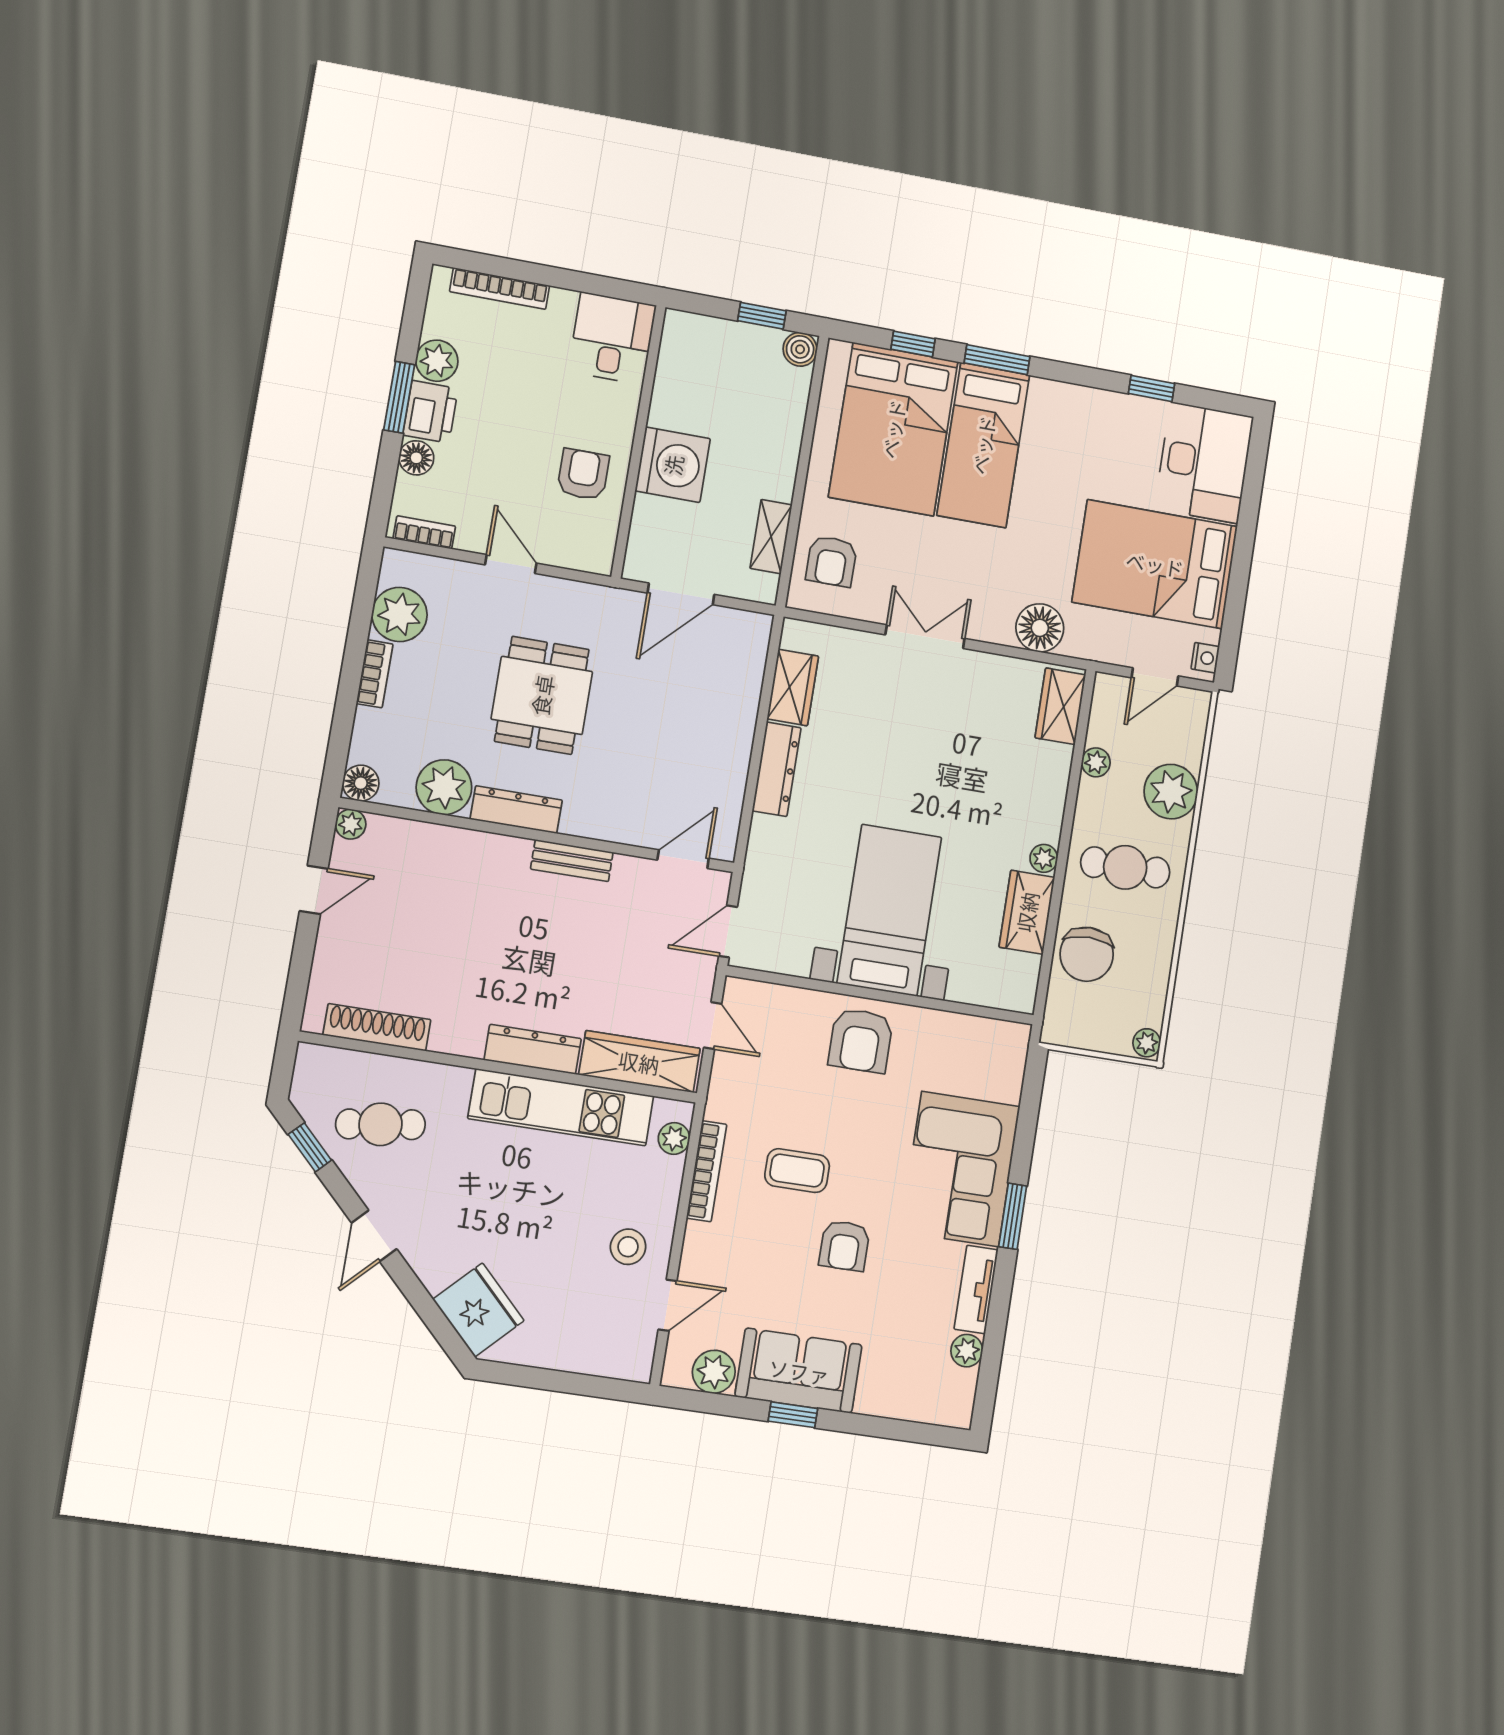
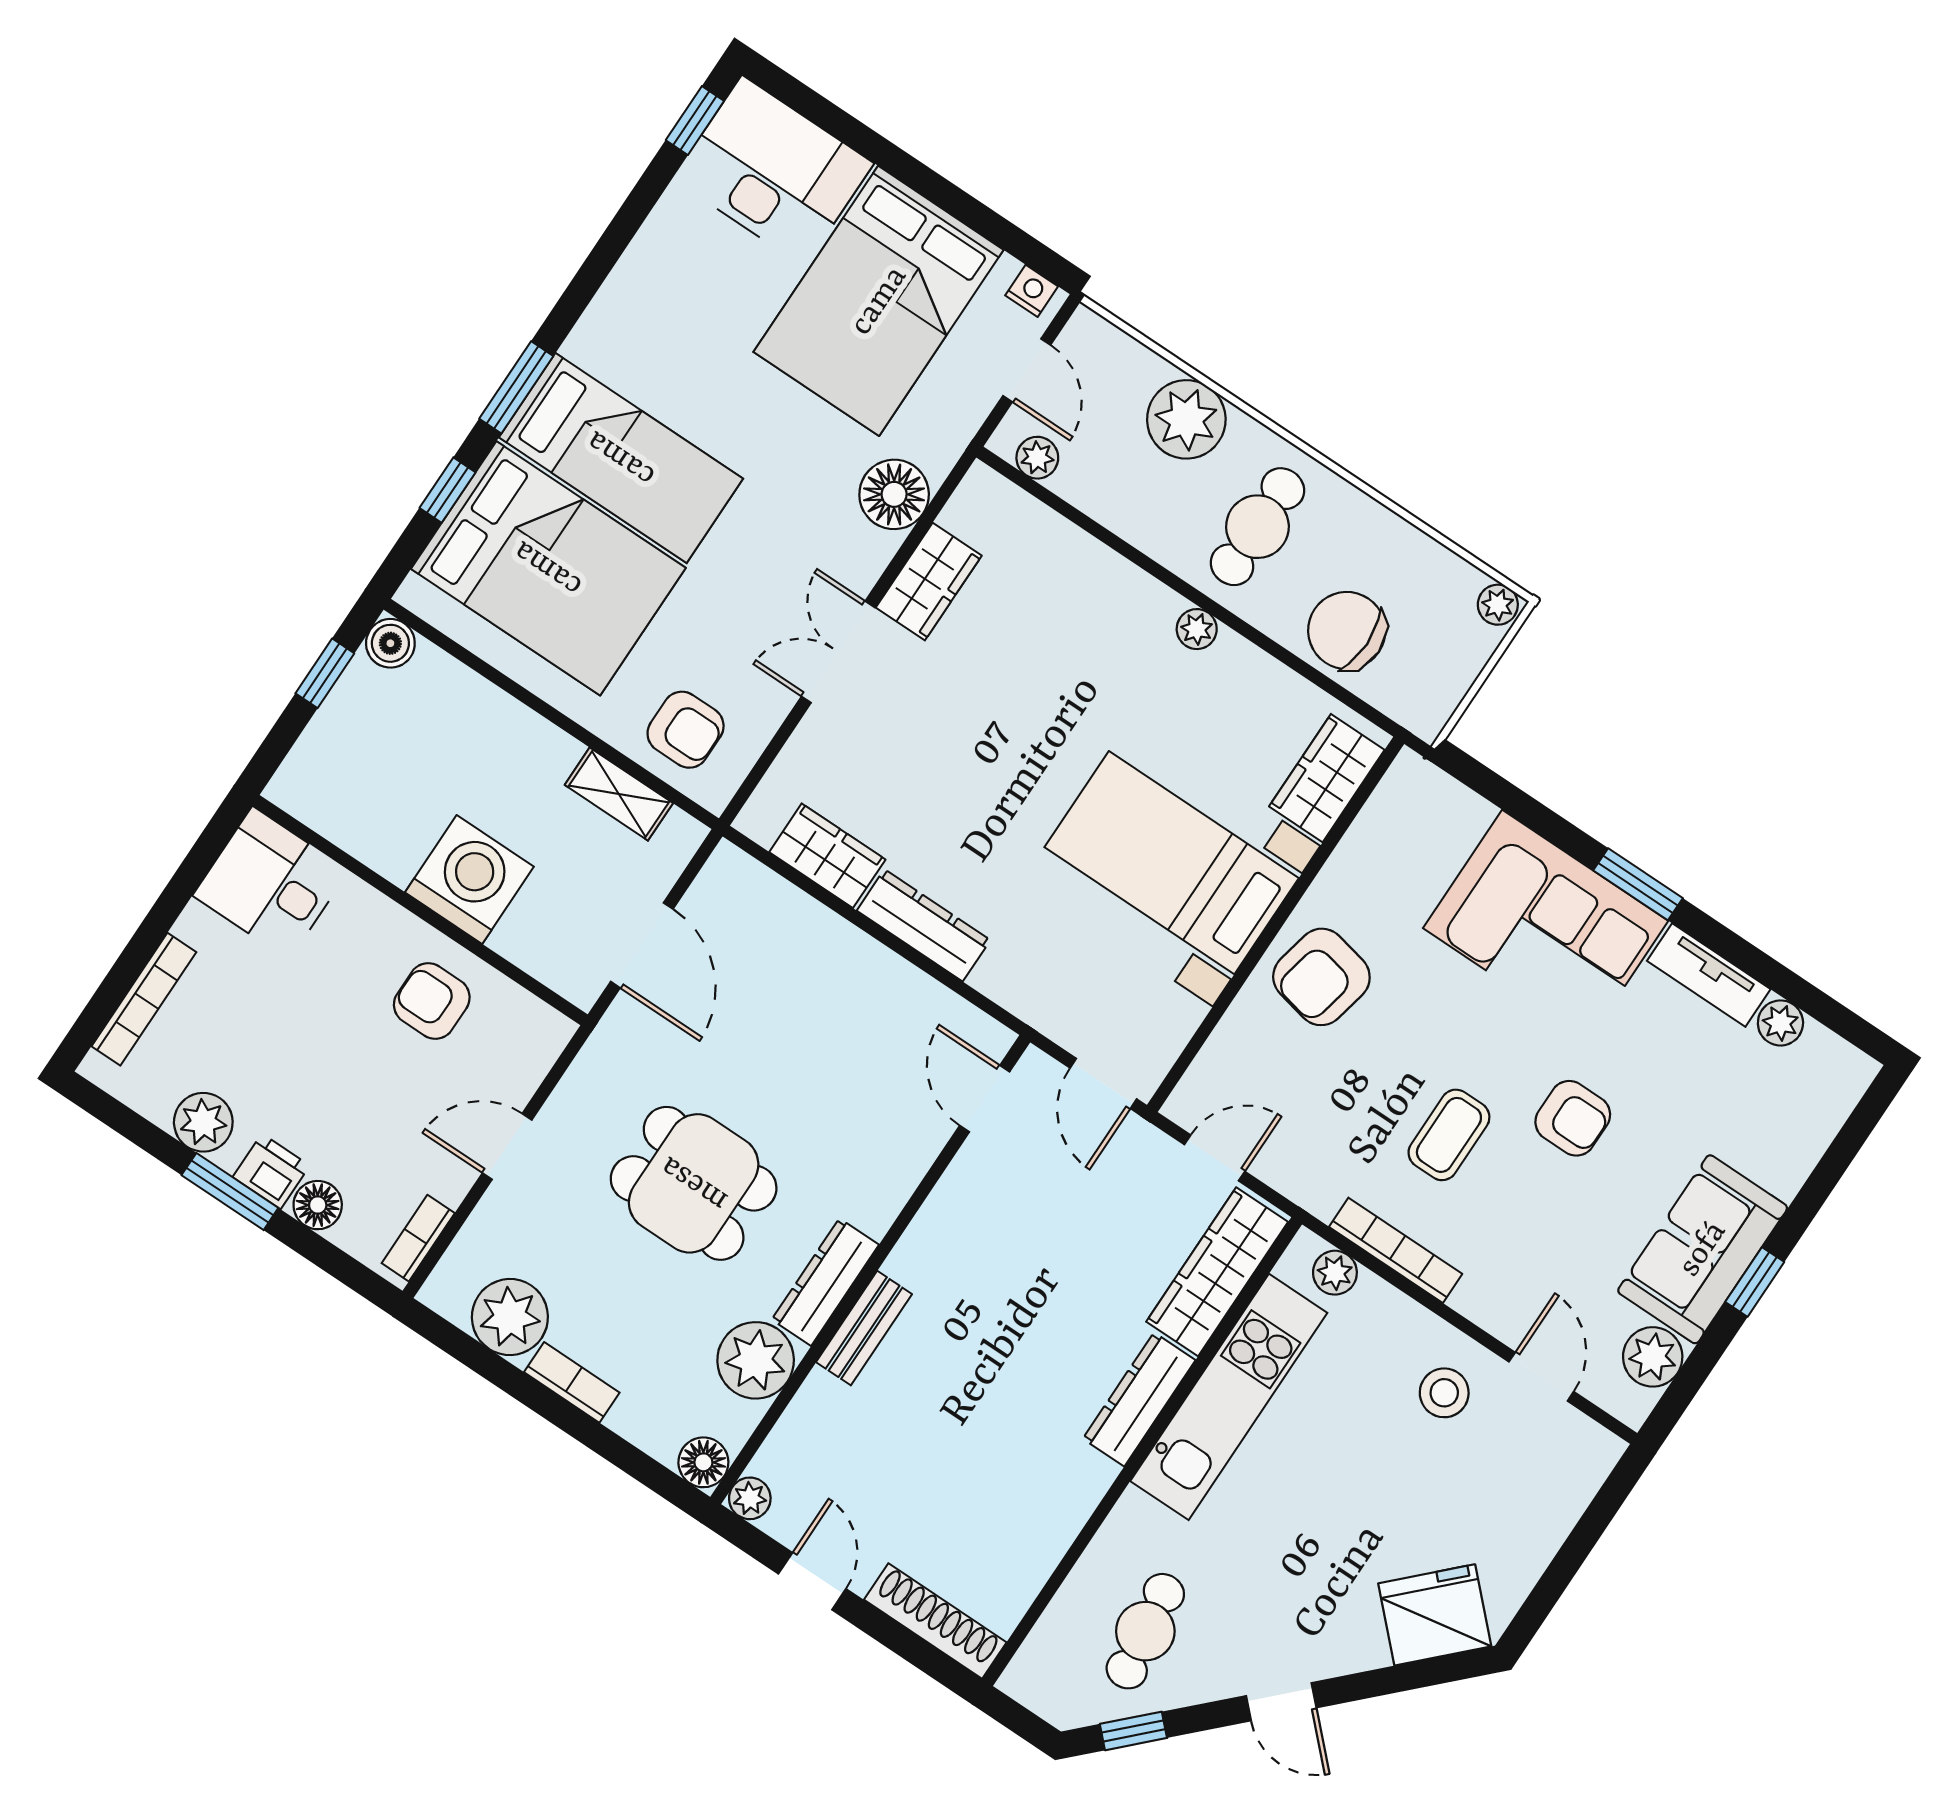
window: (1151, 389) -> (695, 121), moved
printer: (430, 412) -> (271, 1171), width x0.73, depth x0.81
wardrobe: (1060, 706) -> (929, 582), moved, turned -90
plant: (1096, 762) -> (1037, 458), moved
bench: (572, 861) -> (864, 1328), moved
wardrobe: (1027, 912) -> (1327, 778), moved, turned 90
chair: (1087, 954) -> (1347, 631), turned 180
shoe rack: (377, 1027) -> (935, 1621), moved, turned 90
armchair: (861, 1040) -> (1321, 977), turned 102

